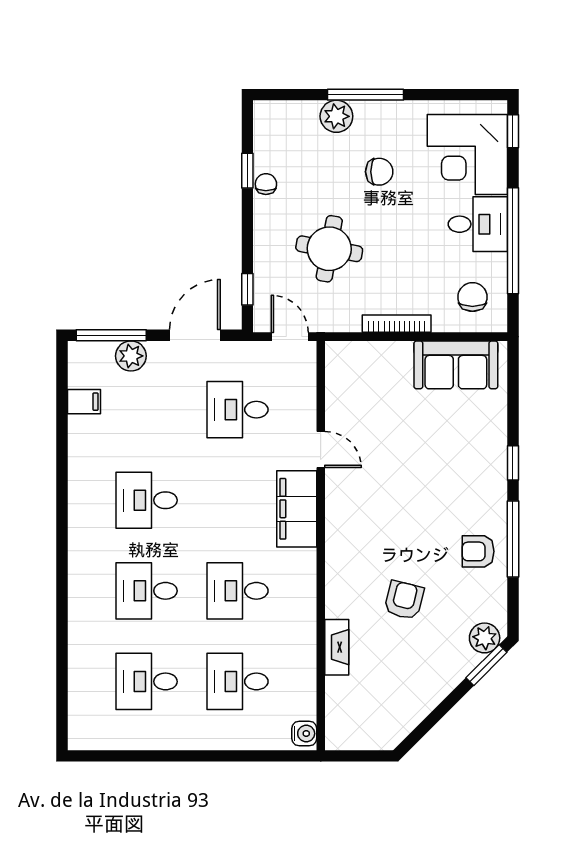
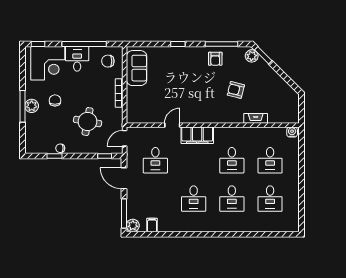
plant: (336, 116) -> (32, 106), moved
plant: (131, 356) -> (133, 226), moved
window: (513, 539) -> (221, 44), moved

